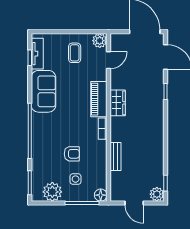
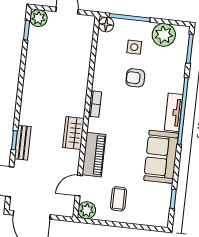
tv unit: (37, 54) -> (173, 112), moved
piano: (99, 99) -> (94, 155), moved
bench: (116, 156) -> (23, 143), moved

